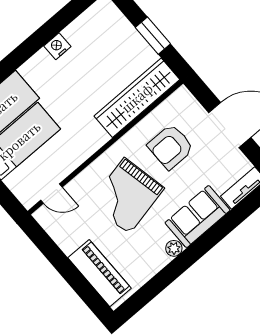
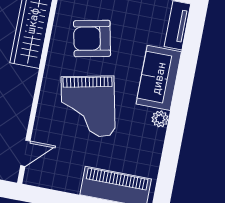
armchair: (171, 147) -> (92, 39), turned 78

